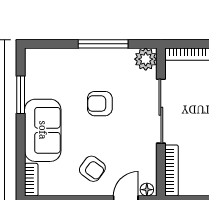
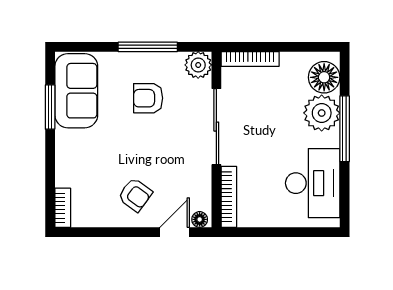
armchair: (100, 104) -> (148, 98), moved
sofa: (43, 130) -> (76, 91), moved

